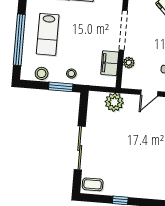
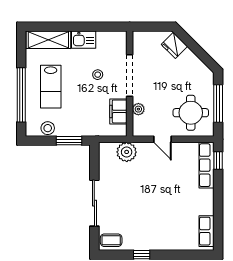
stool: (71, 74) -> (98, 75), moved
door: (149, 93) -> (163, 139), hinge flipped

